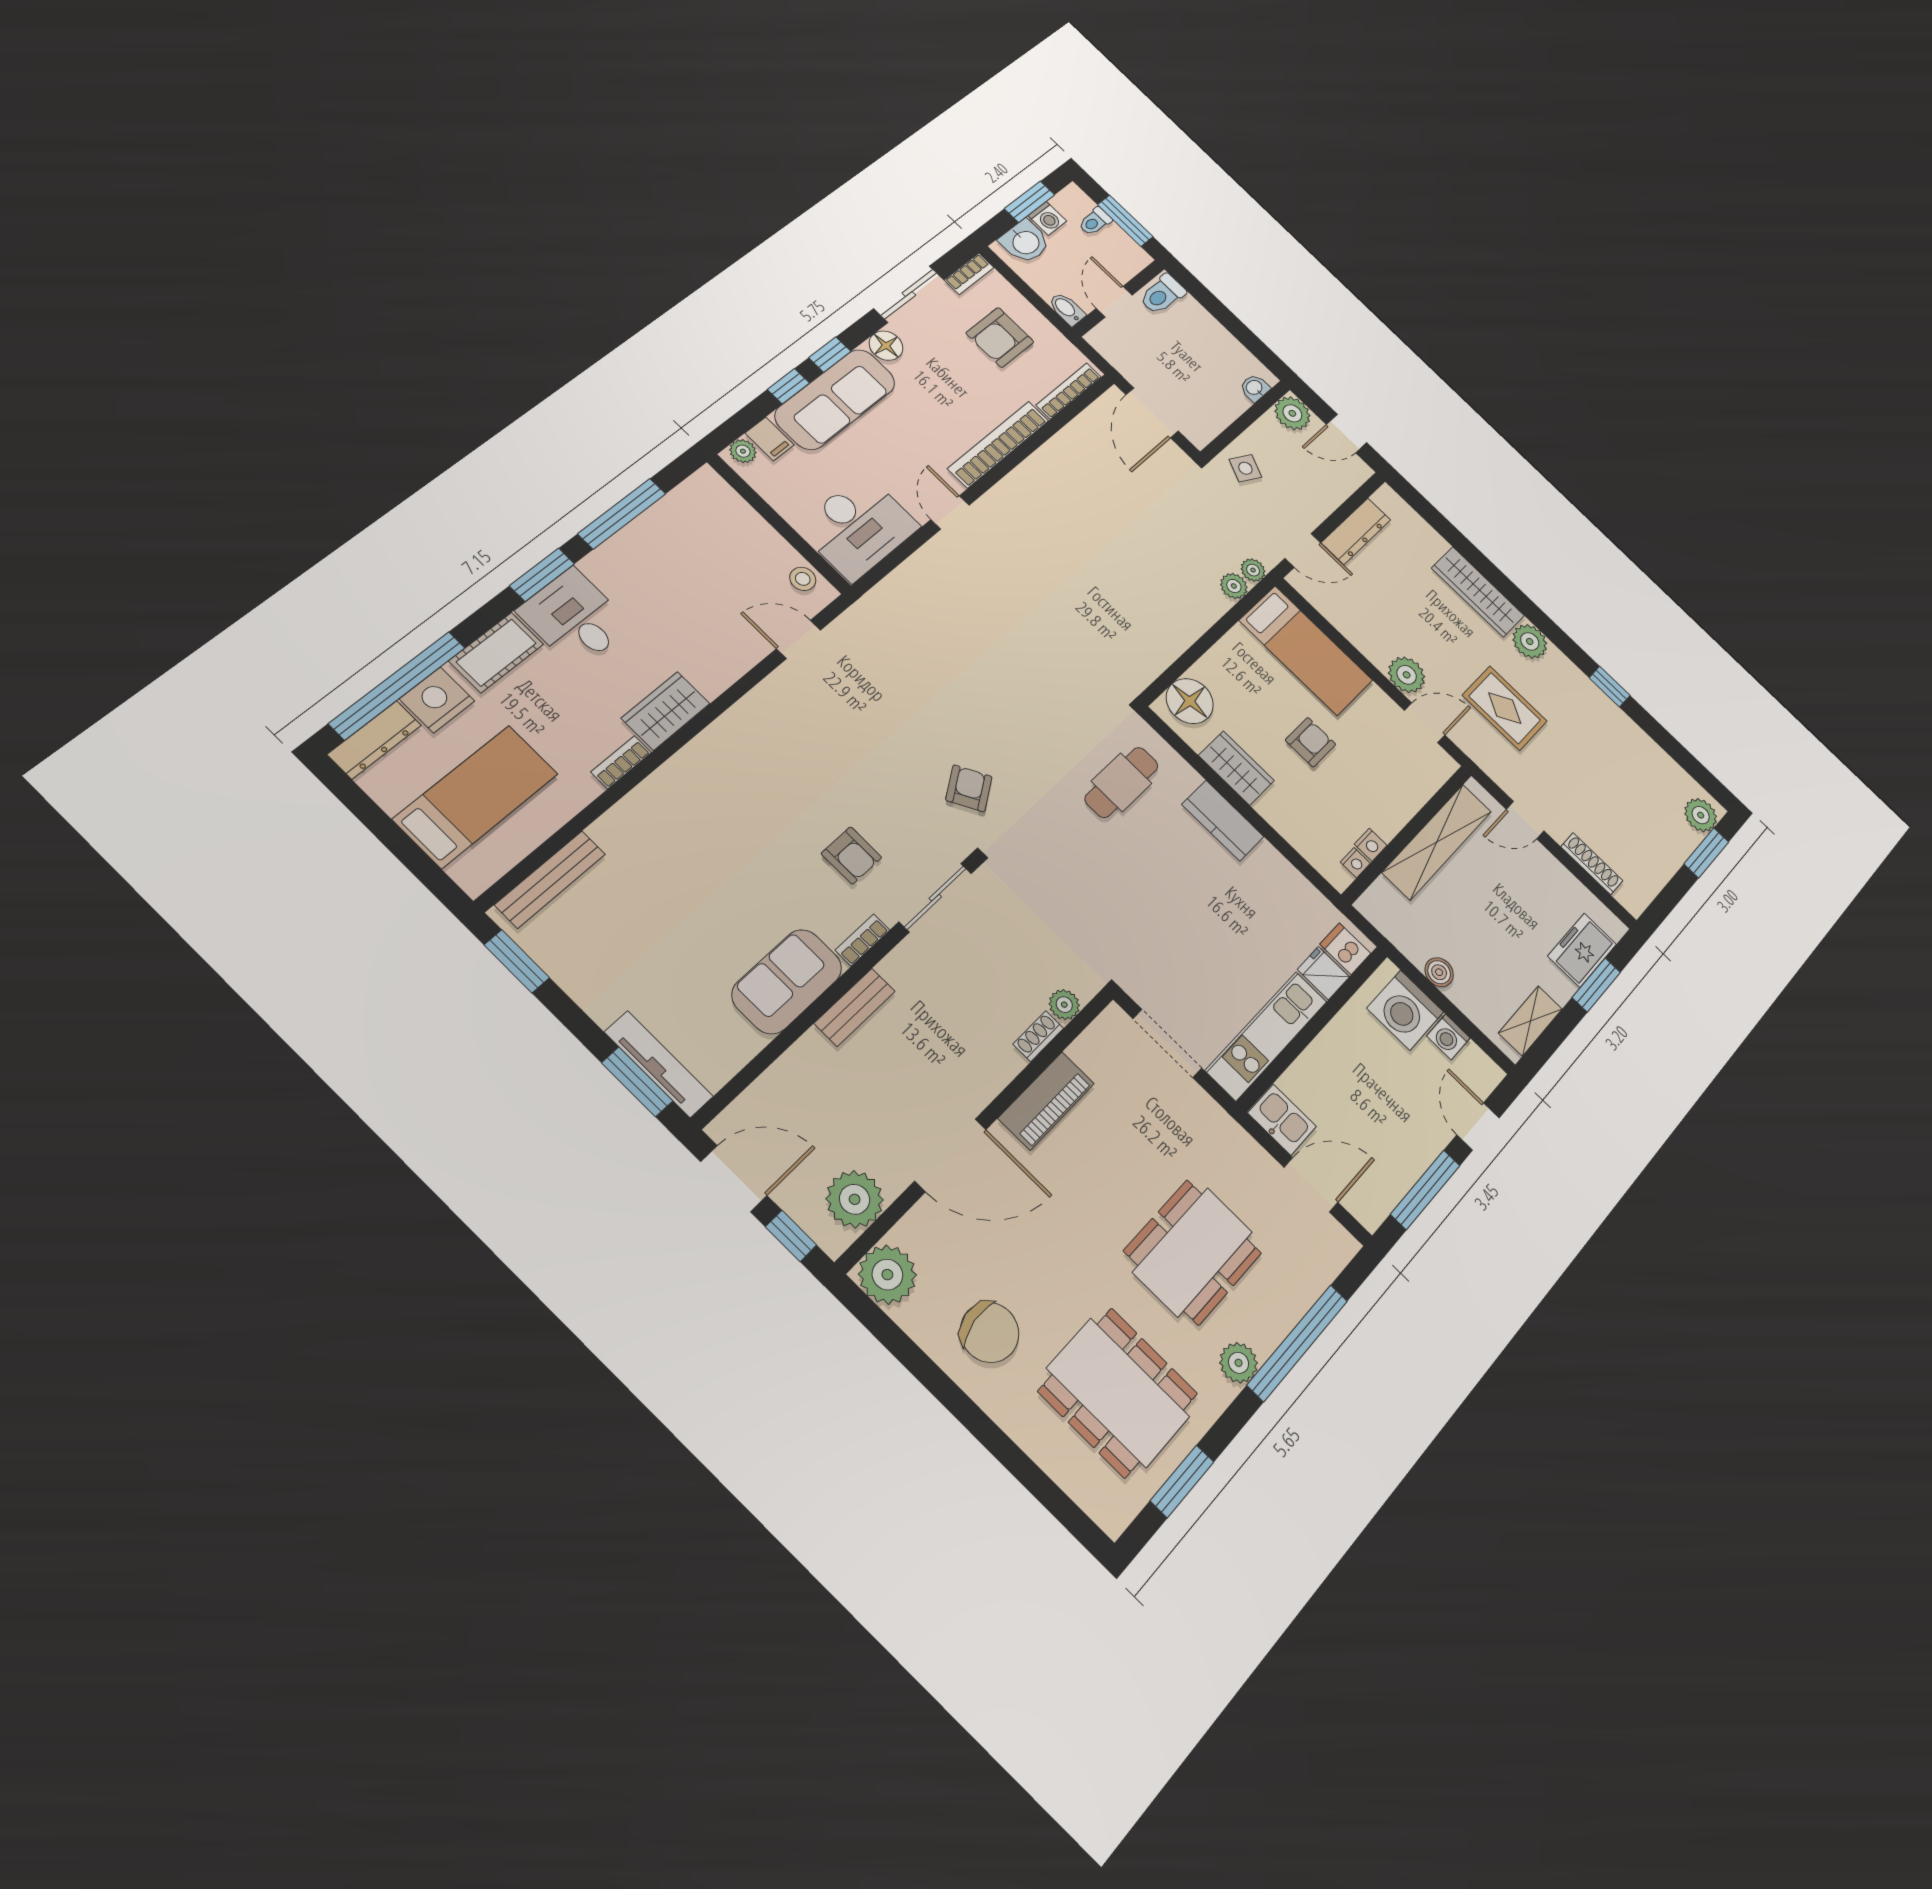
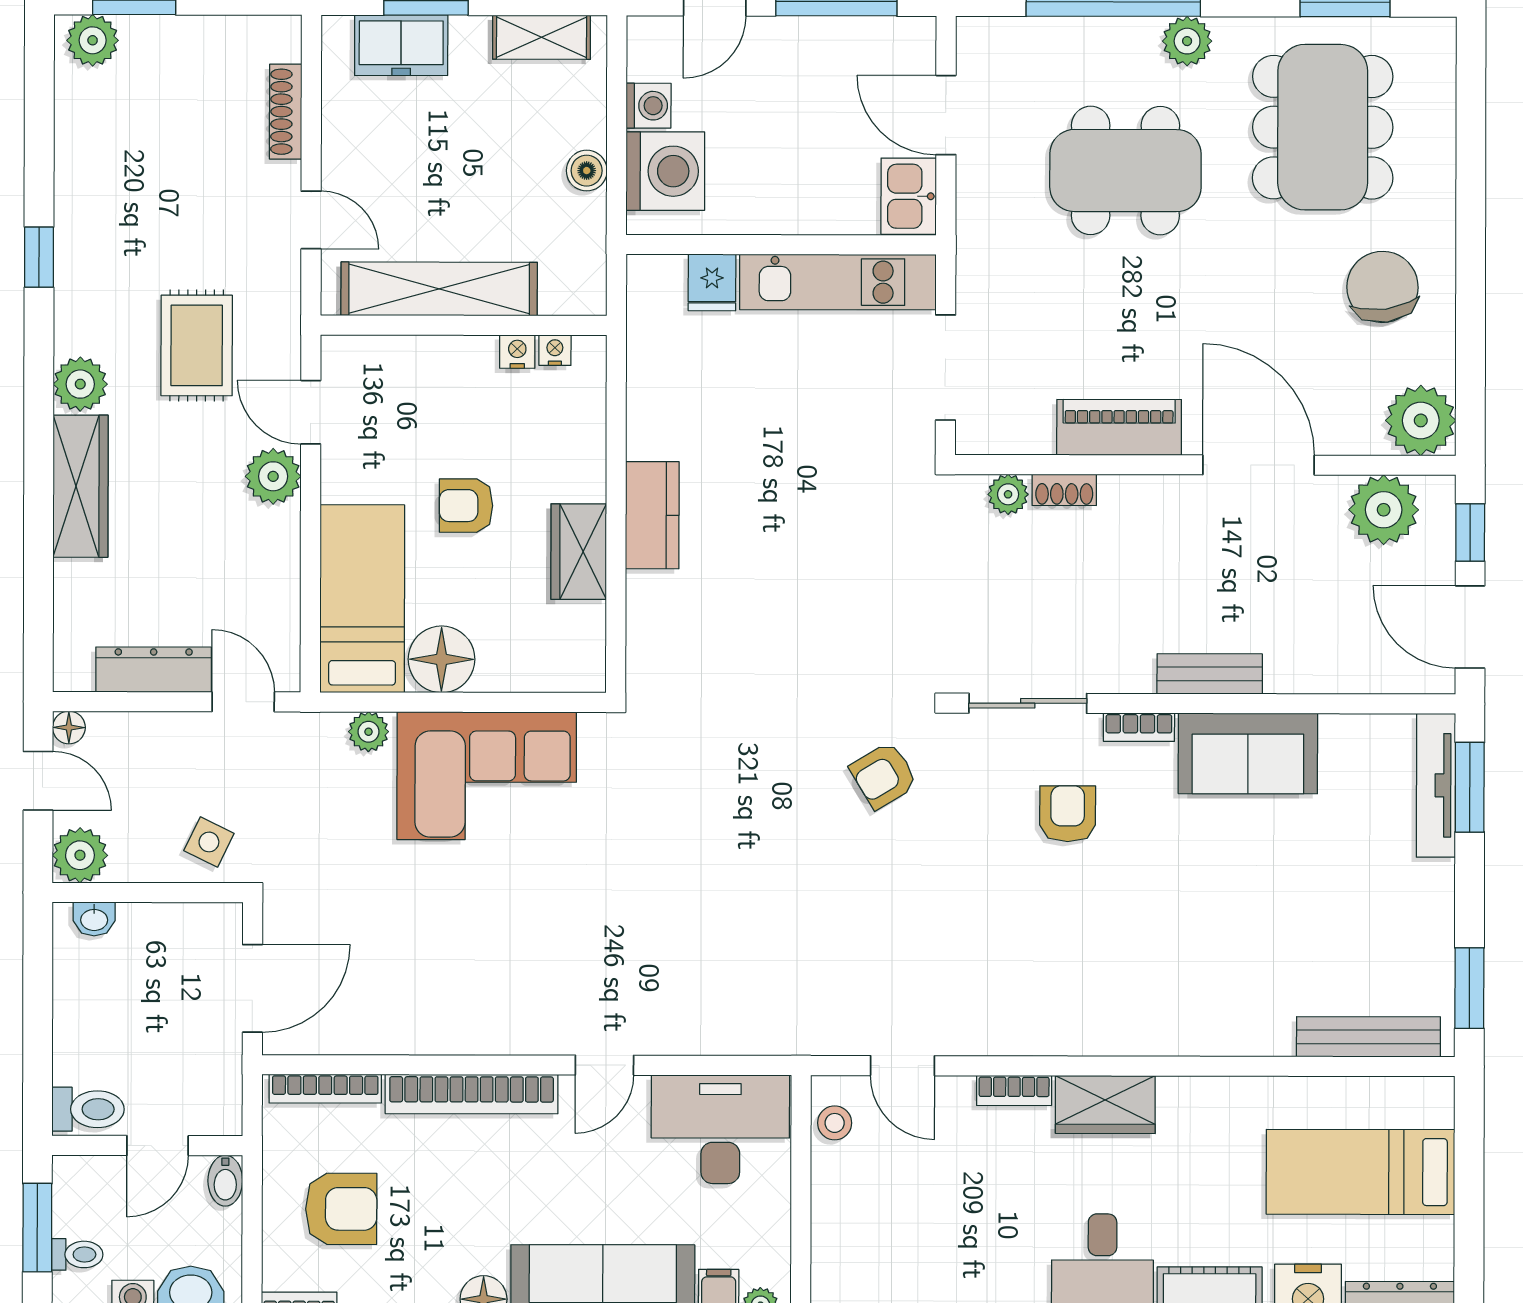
floor lamp: (1361, 471) -> (69, 727), added
plant: (1253, 570) -> (327, 730), removed
corner sofa: (1158, 612) -> (487, 776), added
floor lamp: (1190, 701) -> (442, 659), moved
bookcase: (621, 762) -> (1014, 1090), moved
cafe table: (1122, 782) -> (719, 645), removed
dishwasher: (1345, 949) -> (662, 283), removed

